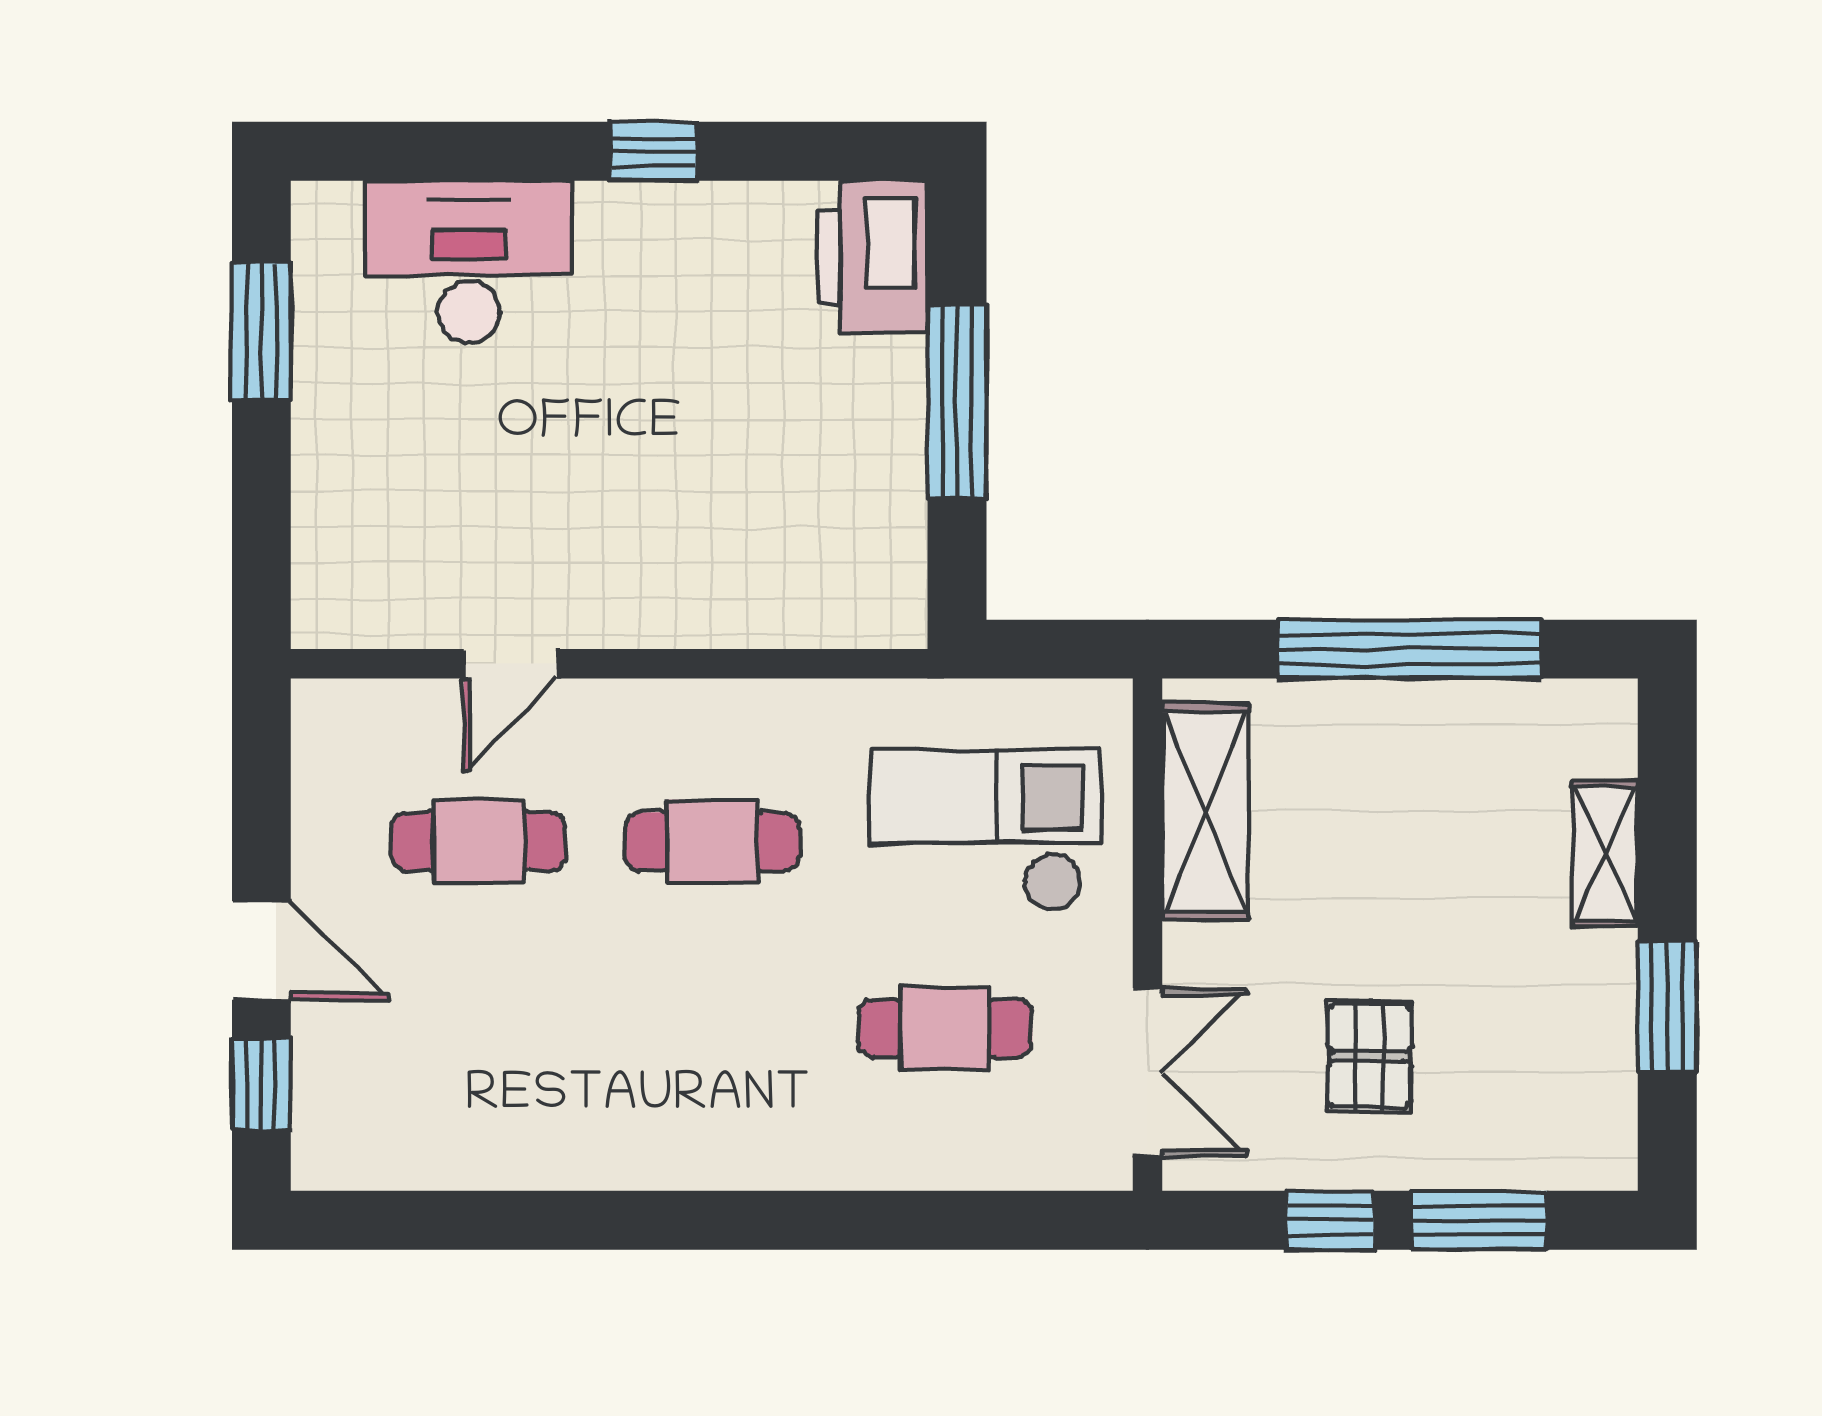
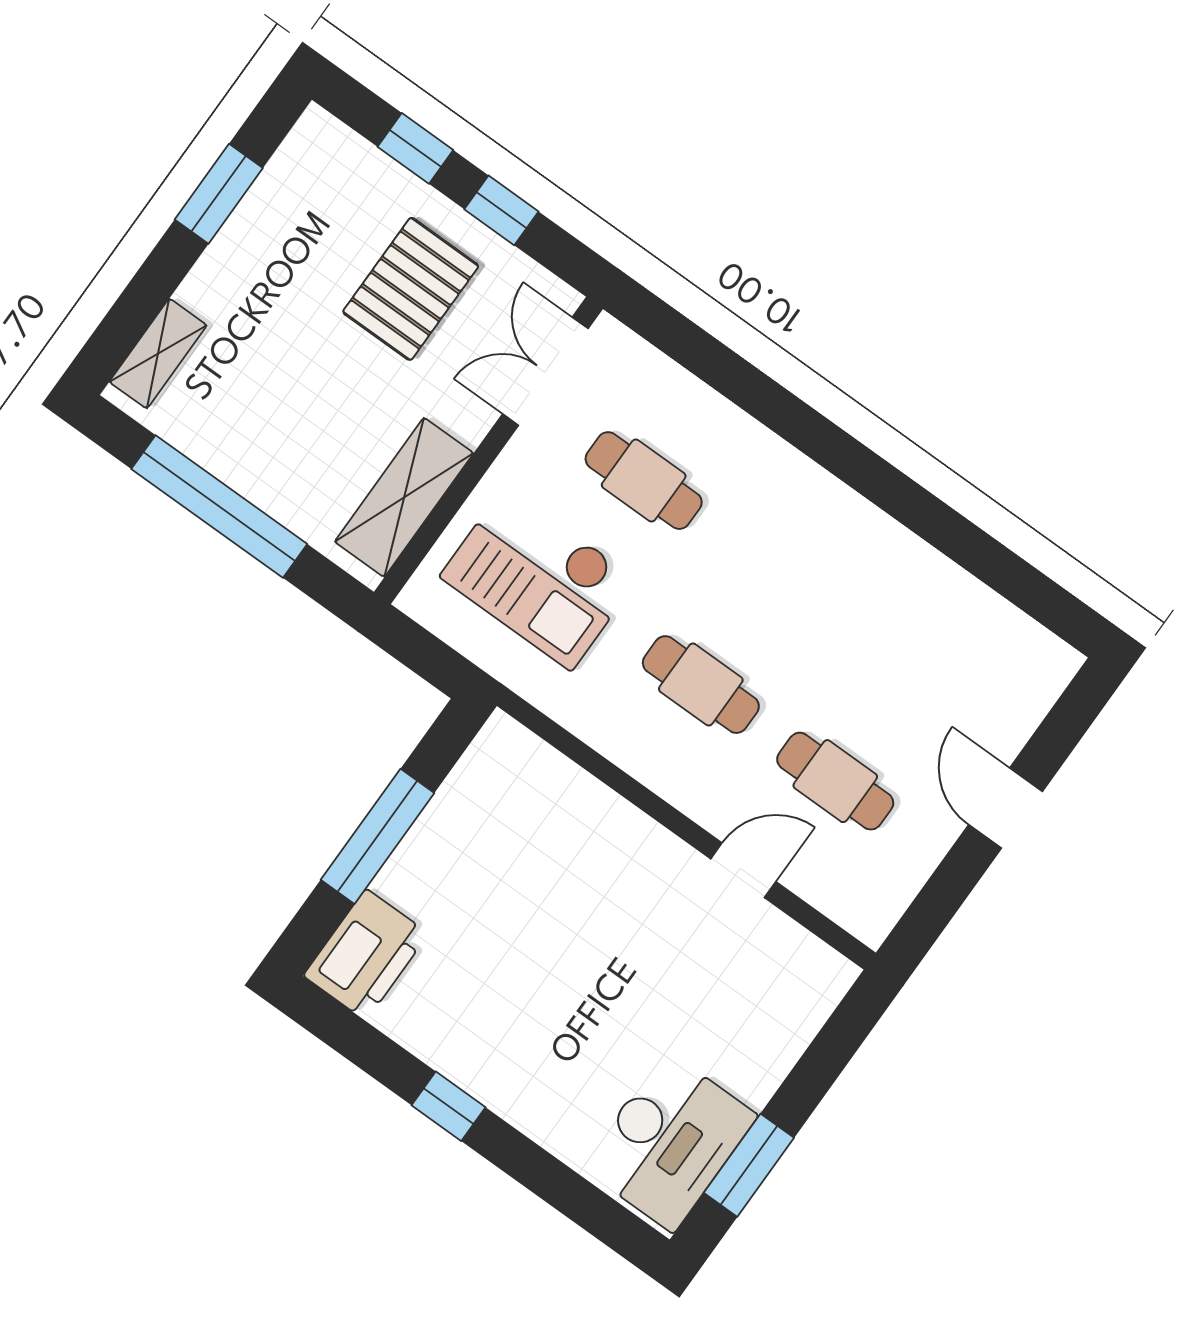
desk: (469, 262) -> (669, 1141), moved, turned -90
shelving: (1605, 854) -> (158, 354), moved
pallet: (1369, 1056) -> (411, 289), width x1.50, depth x1.42
window: (261, 1084) -> (1061, 731), removed
window: (1479, 1220) -> (415, 148), width x0.67

